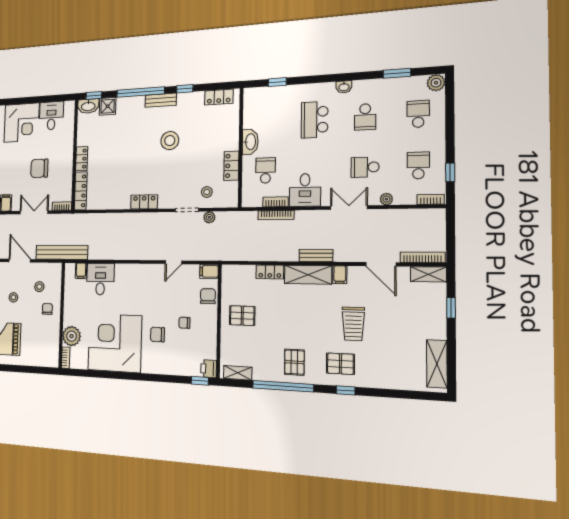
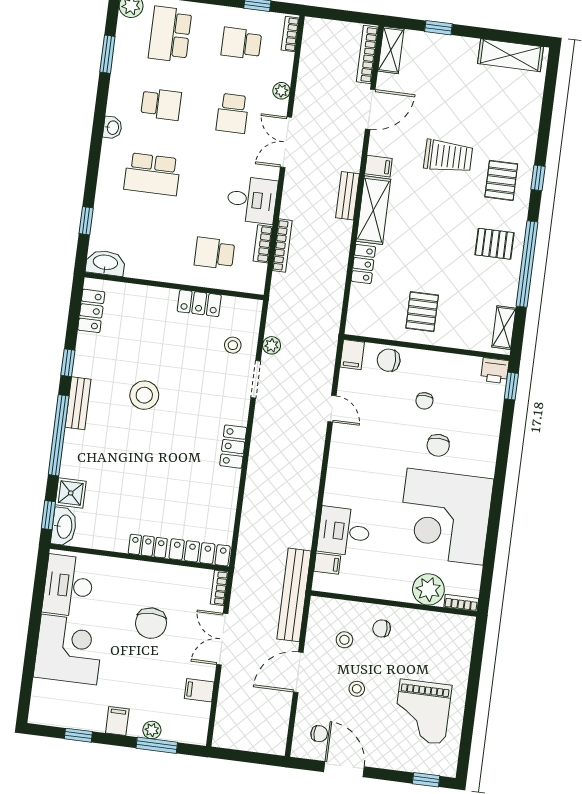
school desk: (418, 114) -> (170, 34), width x1.85
desk: (51, 116) -> (68, 586), width x1.37
washbasin: (250, 142) -> (105, 263), moved

